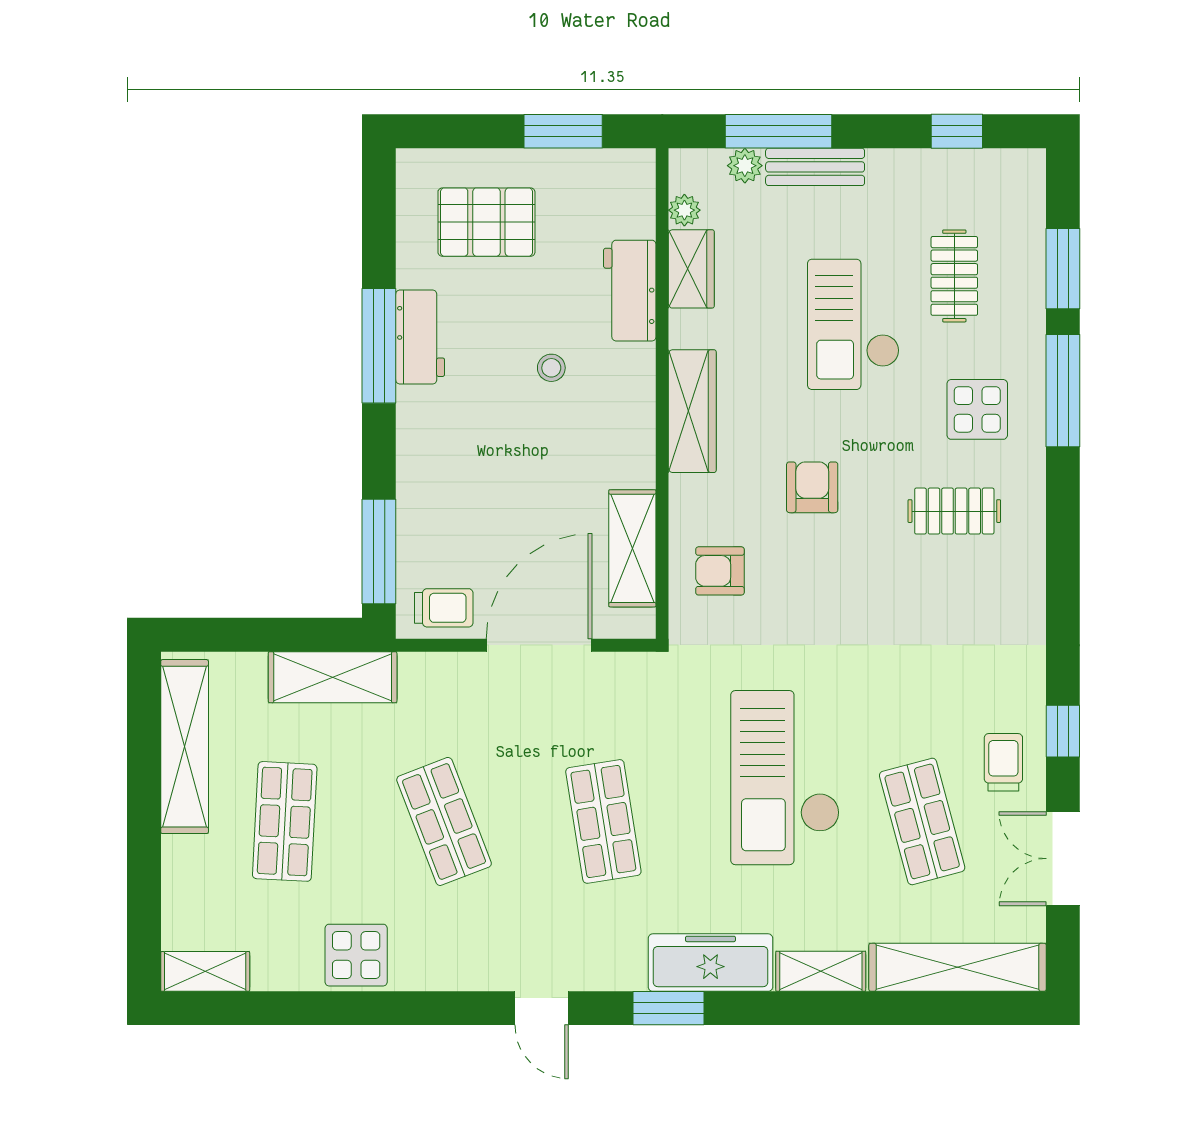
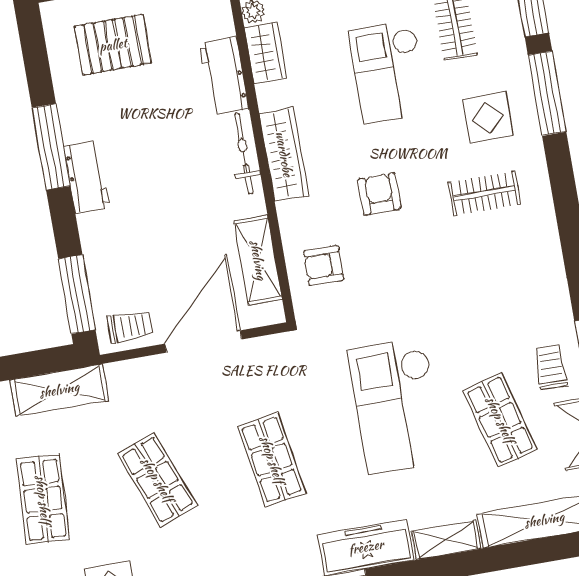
workbench: (420, 337) -> (87, 177), moved
stool: (551, 368) -> (177, 141), removed
bicycle: (638, 400) -> (244, 154), added

